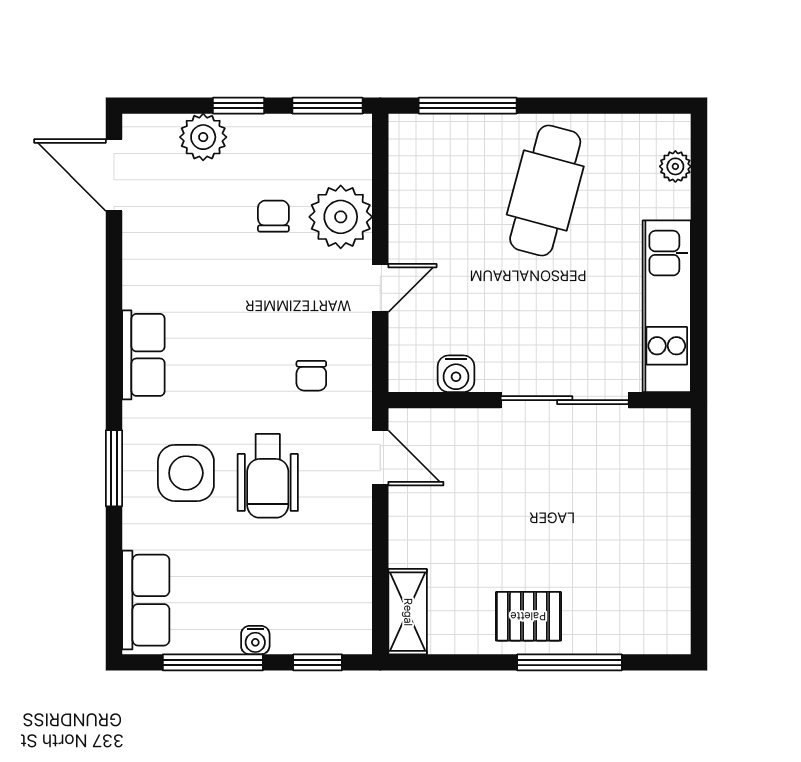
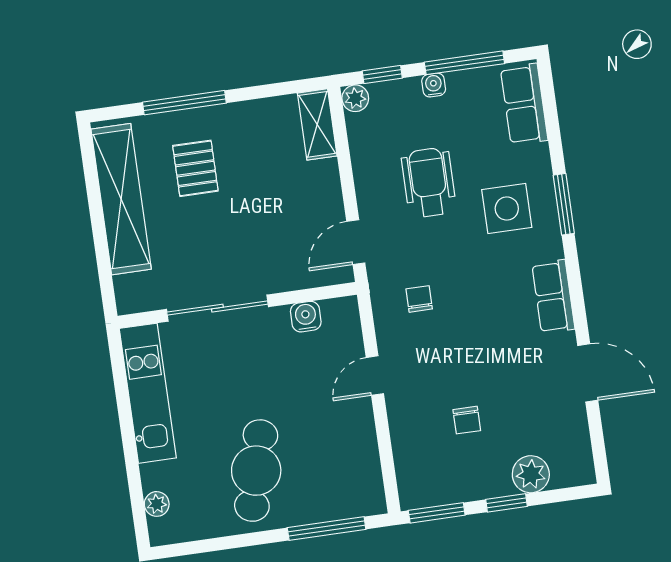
door: (114, 175) -> (588, 373), moved
plant: (341, 217) -> (355, 98), moved, width x0.53, depth x0.53
door: (380, 458) -> (356, 242), hinge flipped
wheelchair: (268, 476) -> (429, 183), moved
shelving: (666, 553) -> (121, 199), added
pallet: (528, 616) -> (195, 168), moved, turned 90

